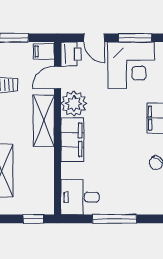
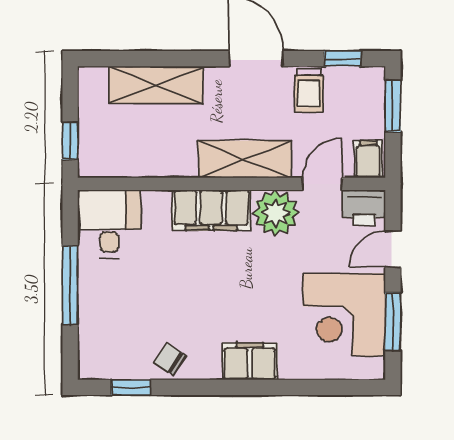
door: (58, 77) -> (322, 184), hinge flipped

